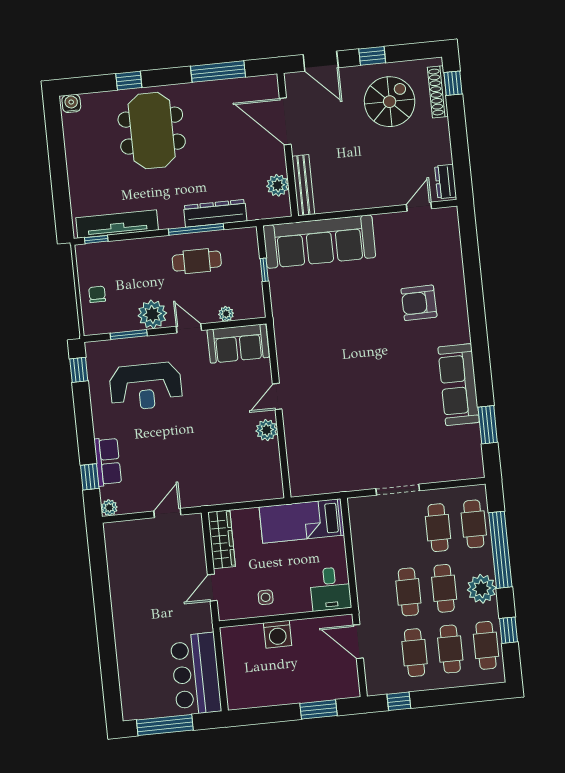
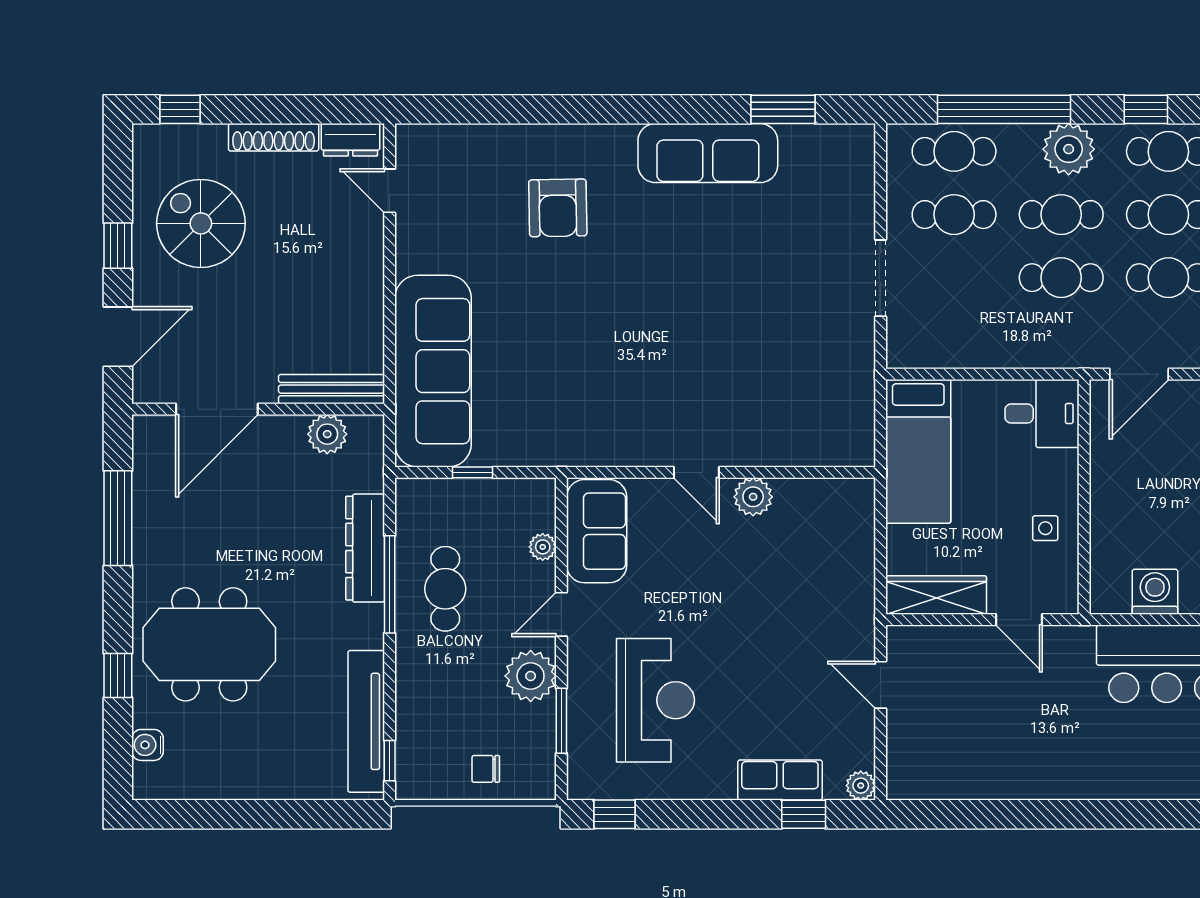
shoe rack: (438, 92) -> (274, 137), moved
water cooler: (71, 103) -> (148, 745), moved
washing machine: (278, 634) -> (1155, 592), moved, turned -90

